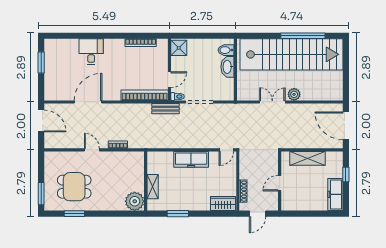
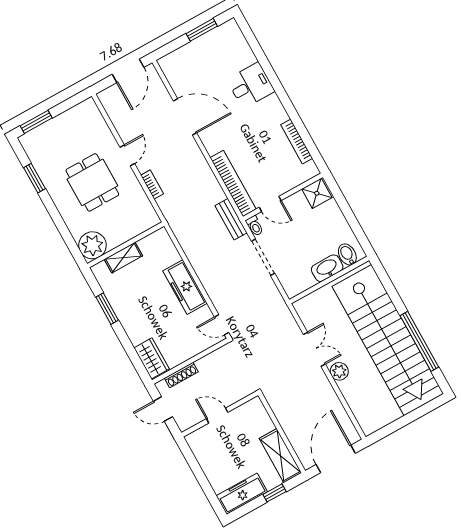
shelving: (307, 158) -> (280, 456), moved
dining table: (74, 187) -> (92, 182), moved

